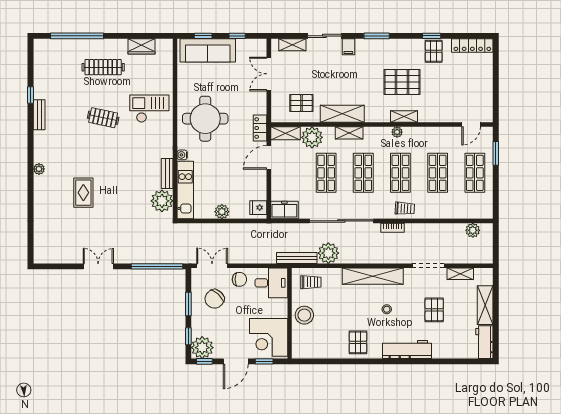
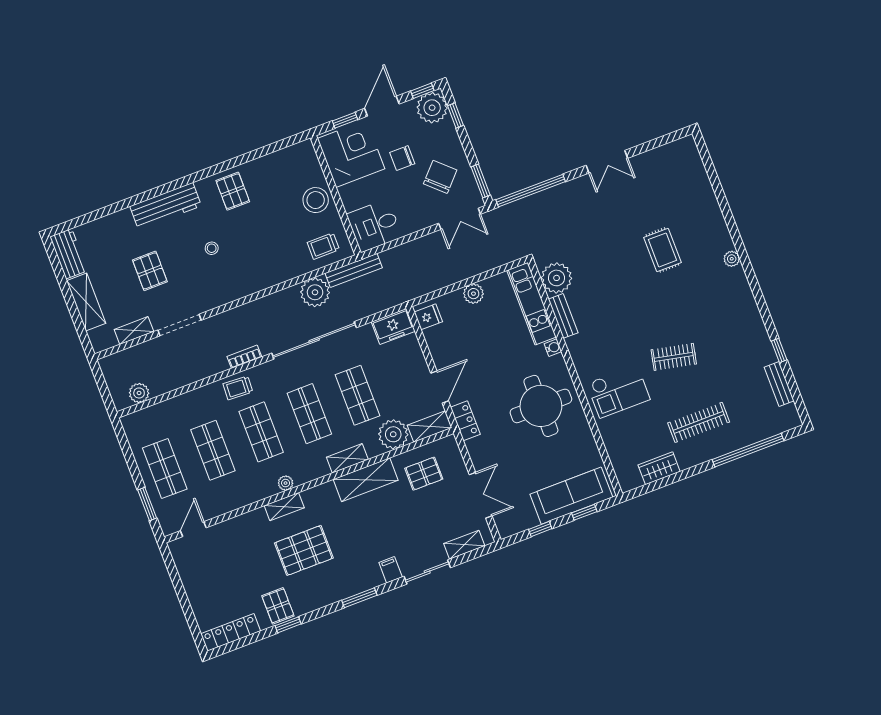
bench: (39, 115) -> (779, 384), moved
shelving: (373, 276) -> (246, 284), removed
chair: (239, 279) -> (402, 158), moved
window: (188, 304) -> (481, 181), moved

